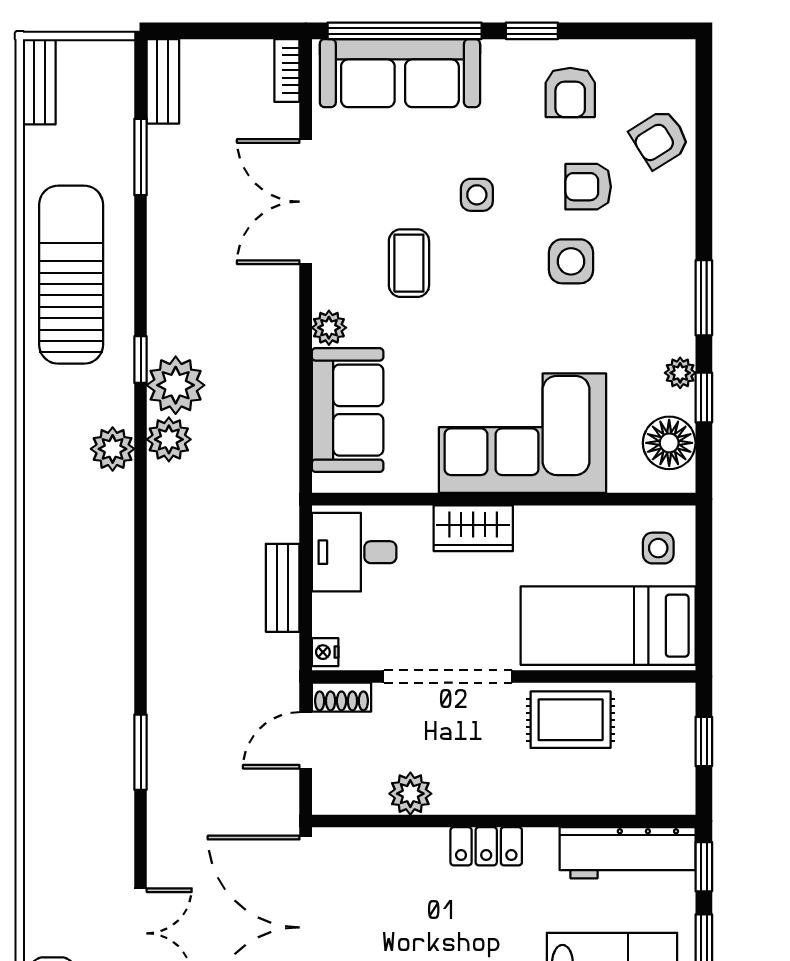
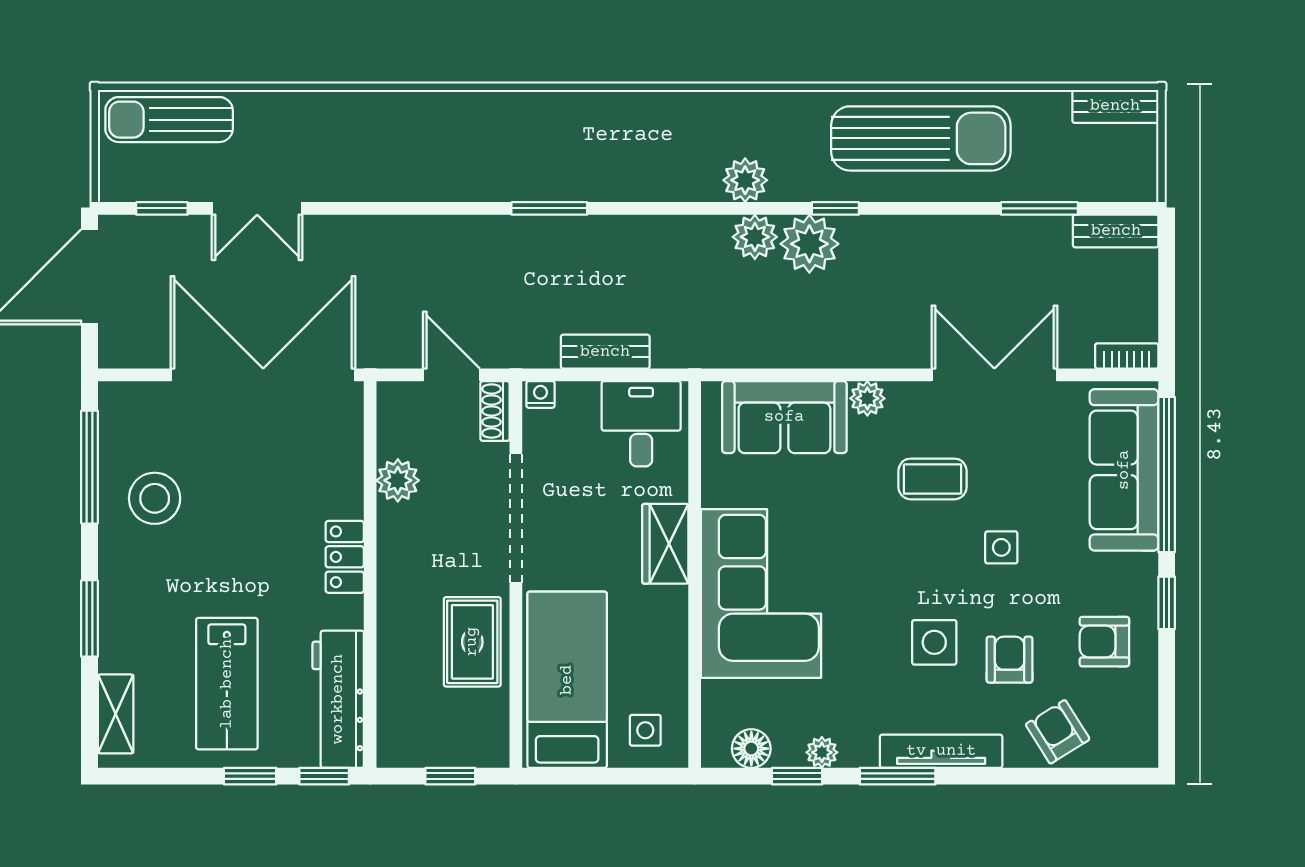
tv unit: (679, 255) -> (941, 751), added
floor lamp: (669, 443) -> (751, 749), width x0.73, depth x0.73
window: (141, 752) -> (549, 208), moved

